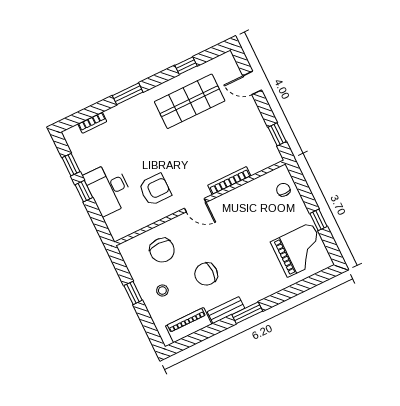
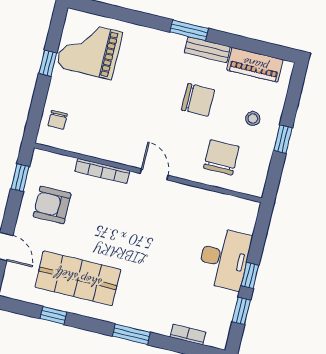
armchair: (155, 190) -> (52, 205), moved

